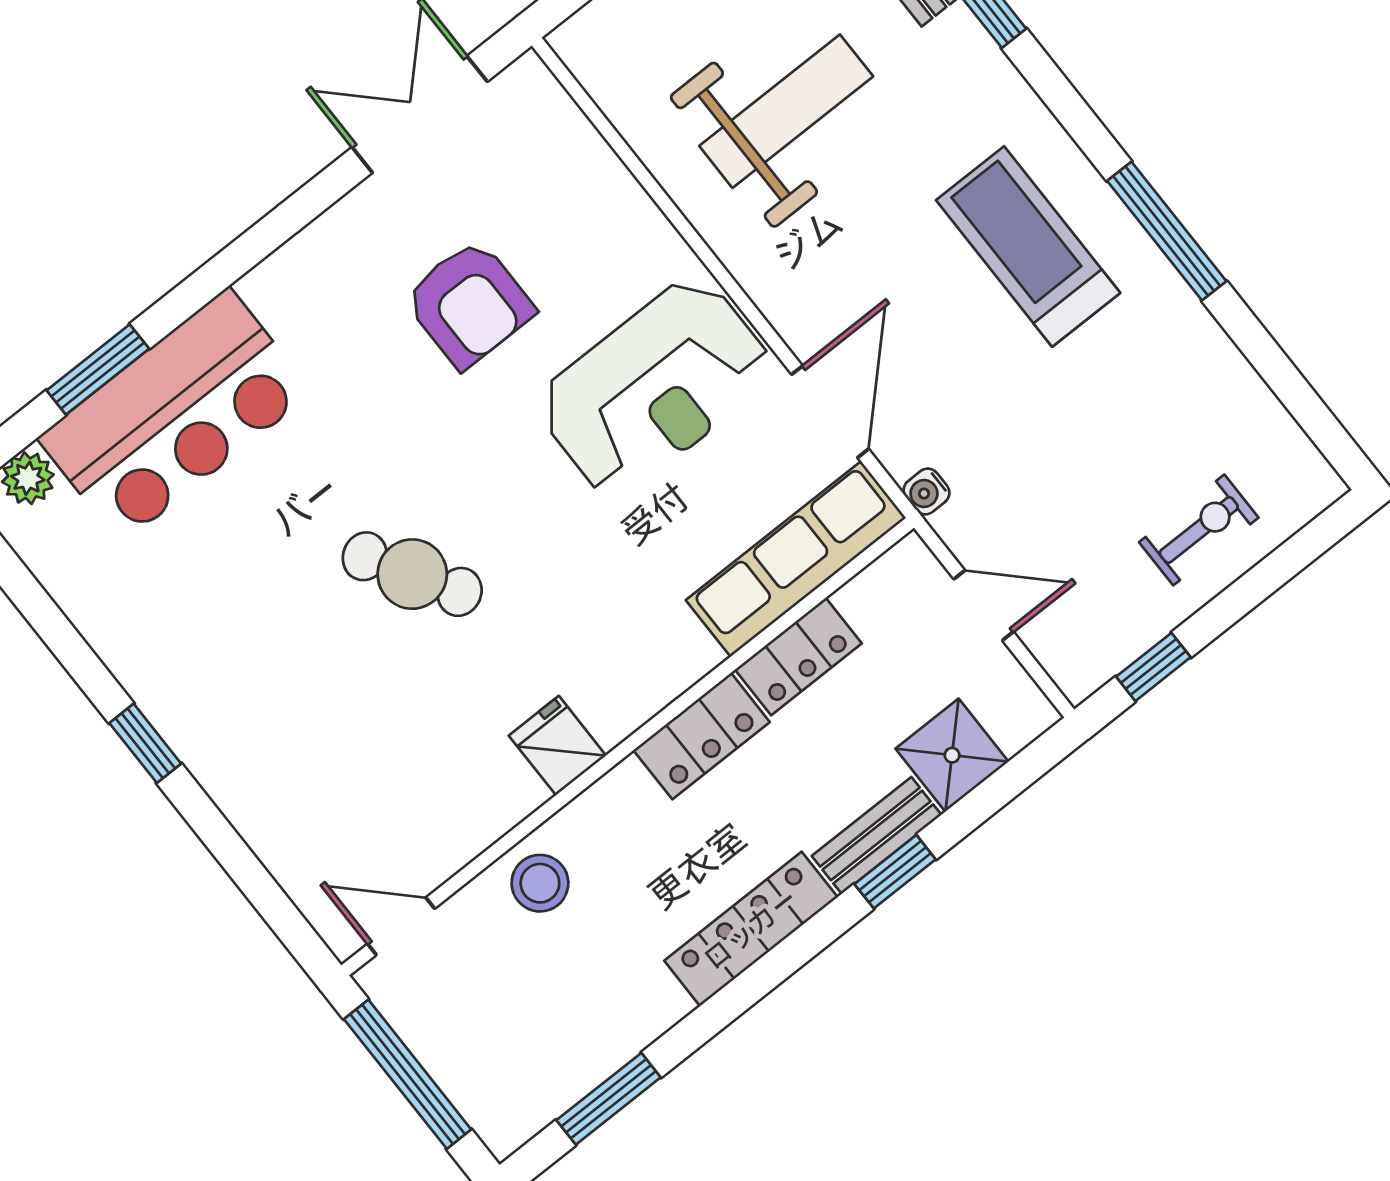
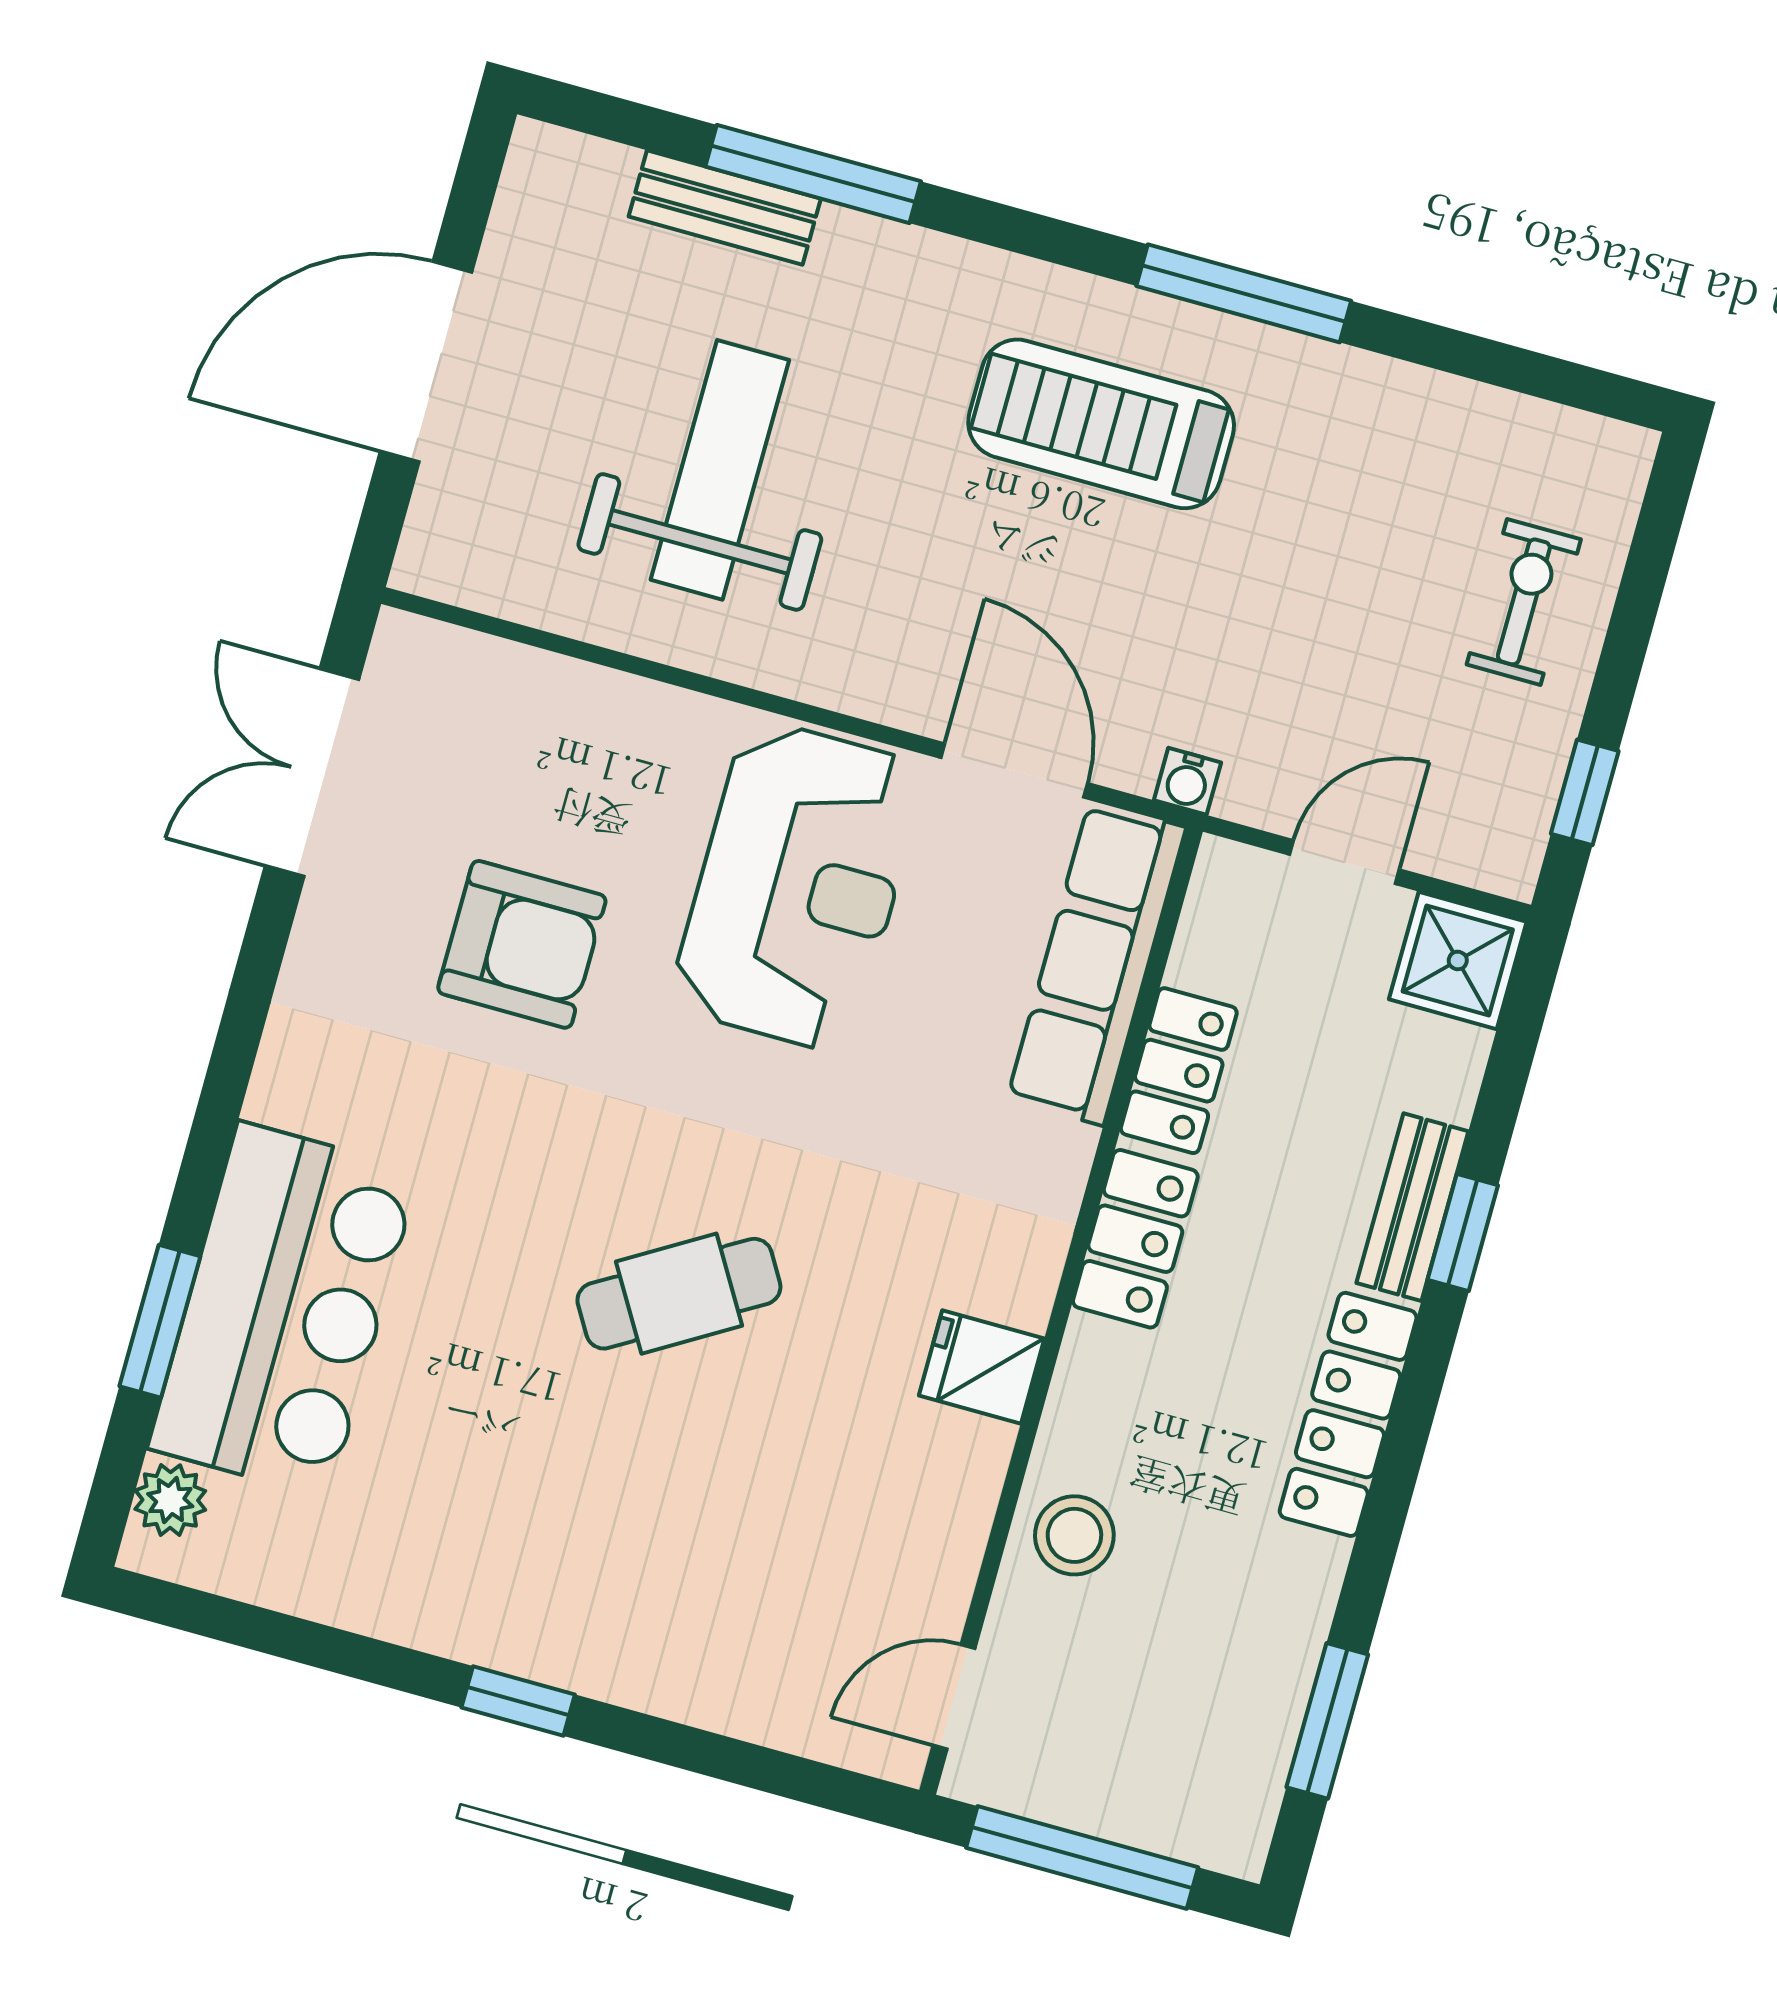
shower: (952, 755) -> (1458, 960), moved

